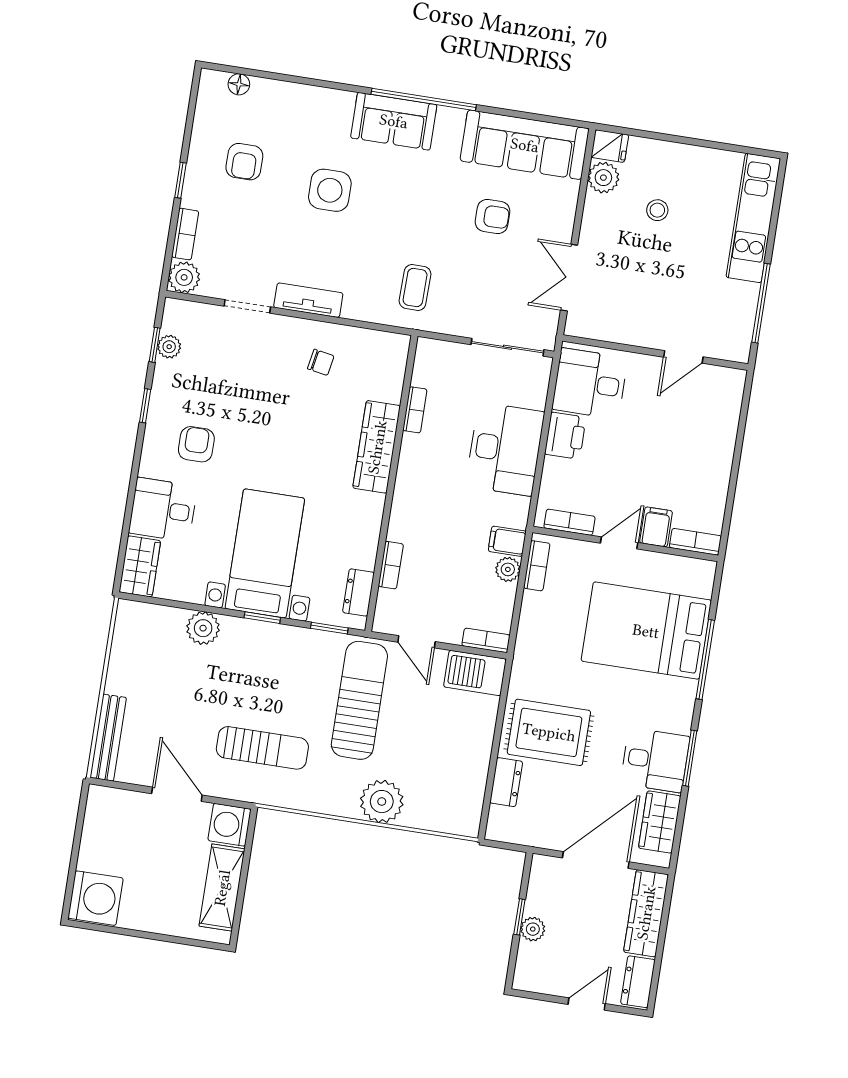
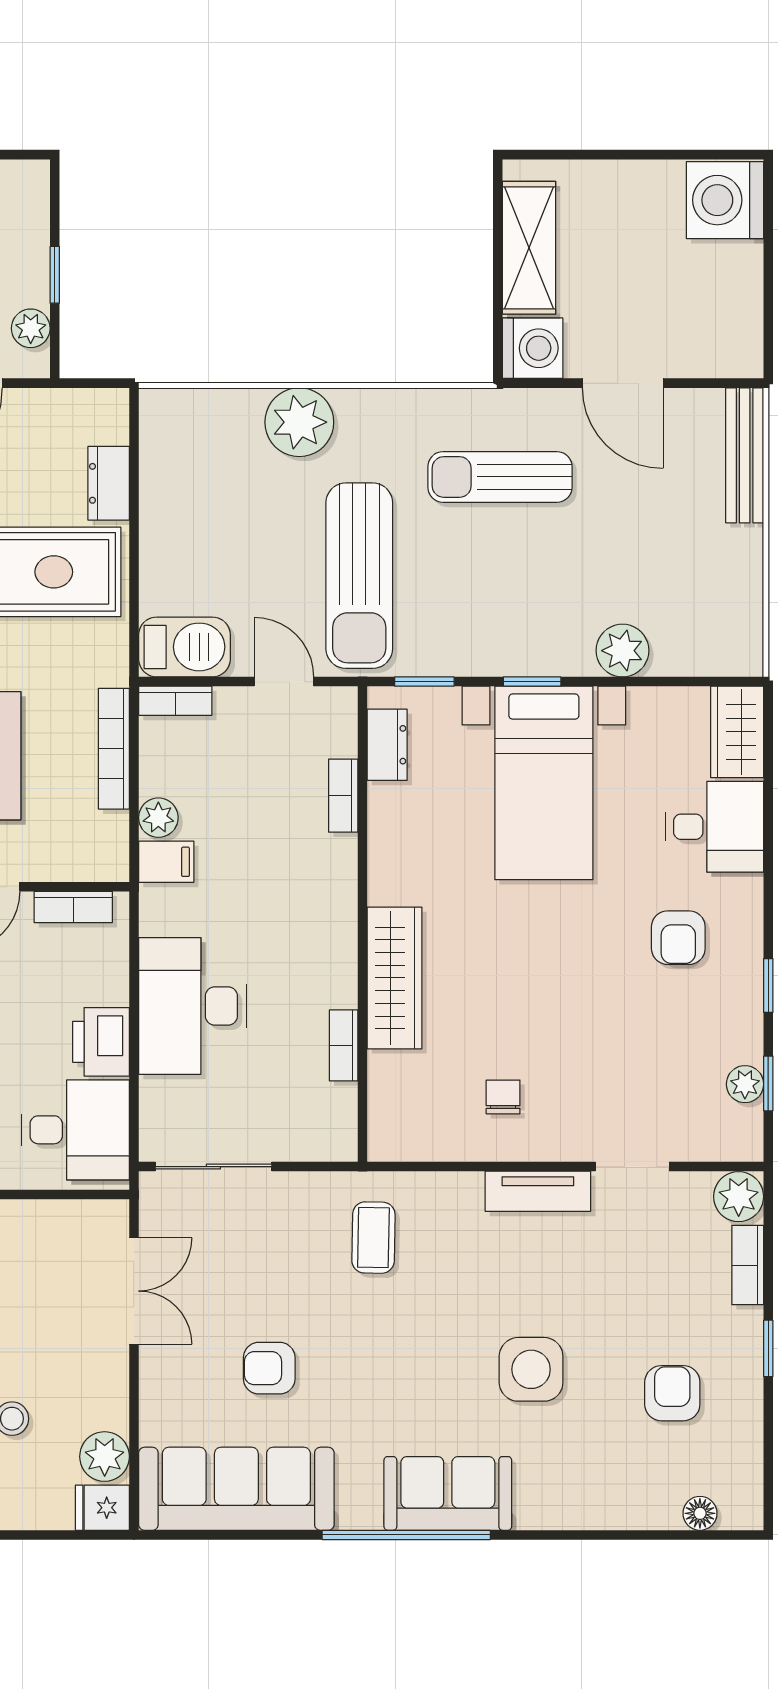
chair: (321, 362) -> (503, 1097), turned 80
bookcase: (537, 566) -> (114, 749), moved, width x1.56
plant: (533, 929) -> (31, 328), moved

